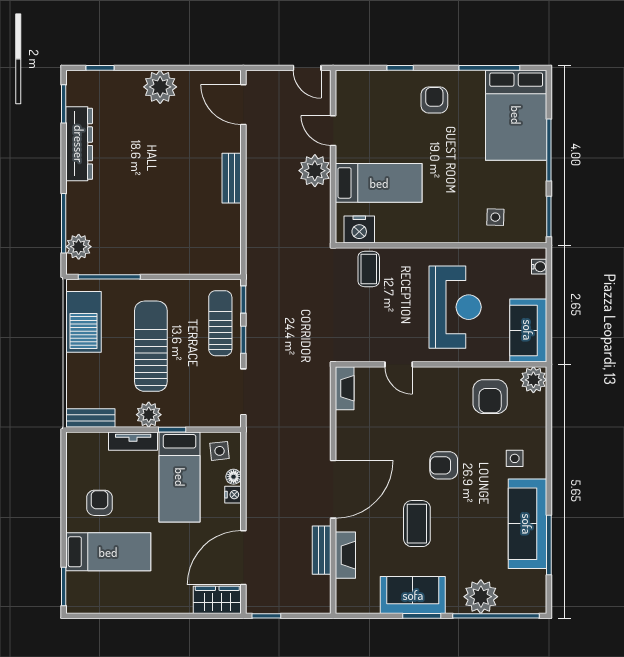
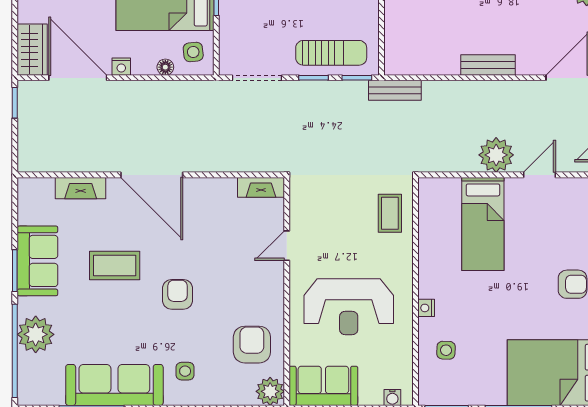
nightstand: (359, 229) -> (426, 308), moved, width x0.53, depth x0.56
coffee table: (369, 269) -> (390, 213), turned 90
armchair: (490, 397) -> (252, 345), turned 90
nightstand: (233, 495) -> (121, 67), moved
bench: (322, 550) -> (395, 90), moved

